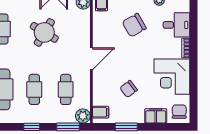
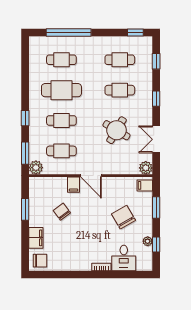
corner desk: (172, 77) -> (74, 254), removed
filing cabinet: (101, 112) -> (73, 185), moved

